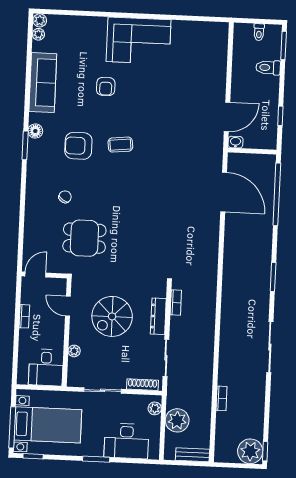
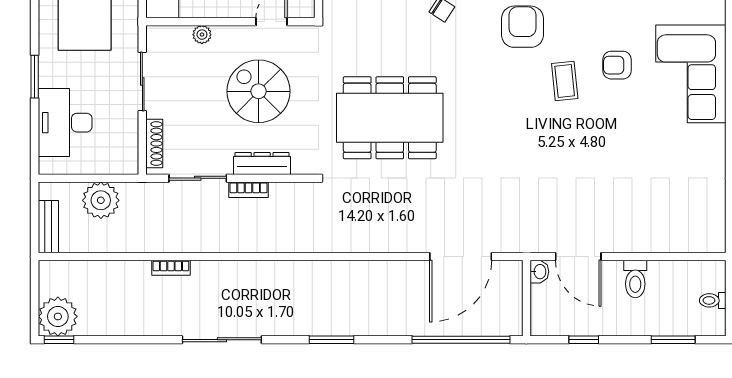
corner sofa: (139, 41) -> (691, 74), moved
window: (284, 45) -> (673, 340), moved
toilet: (268, 68) -> (635, 279), moved, turned 180
coffee table: (120, 145) -> (565, 81), moved
dining table: (84, 238) -> (390, 118), moved, width x1.88, depth x1.24
bookcase: (176, 303) -> (249, 190), moved
bookcase: (221, 398) -> (171, 268), moved
plant: (155, 408) -> (118, 164), removed

